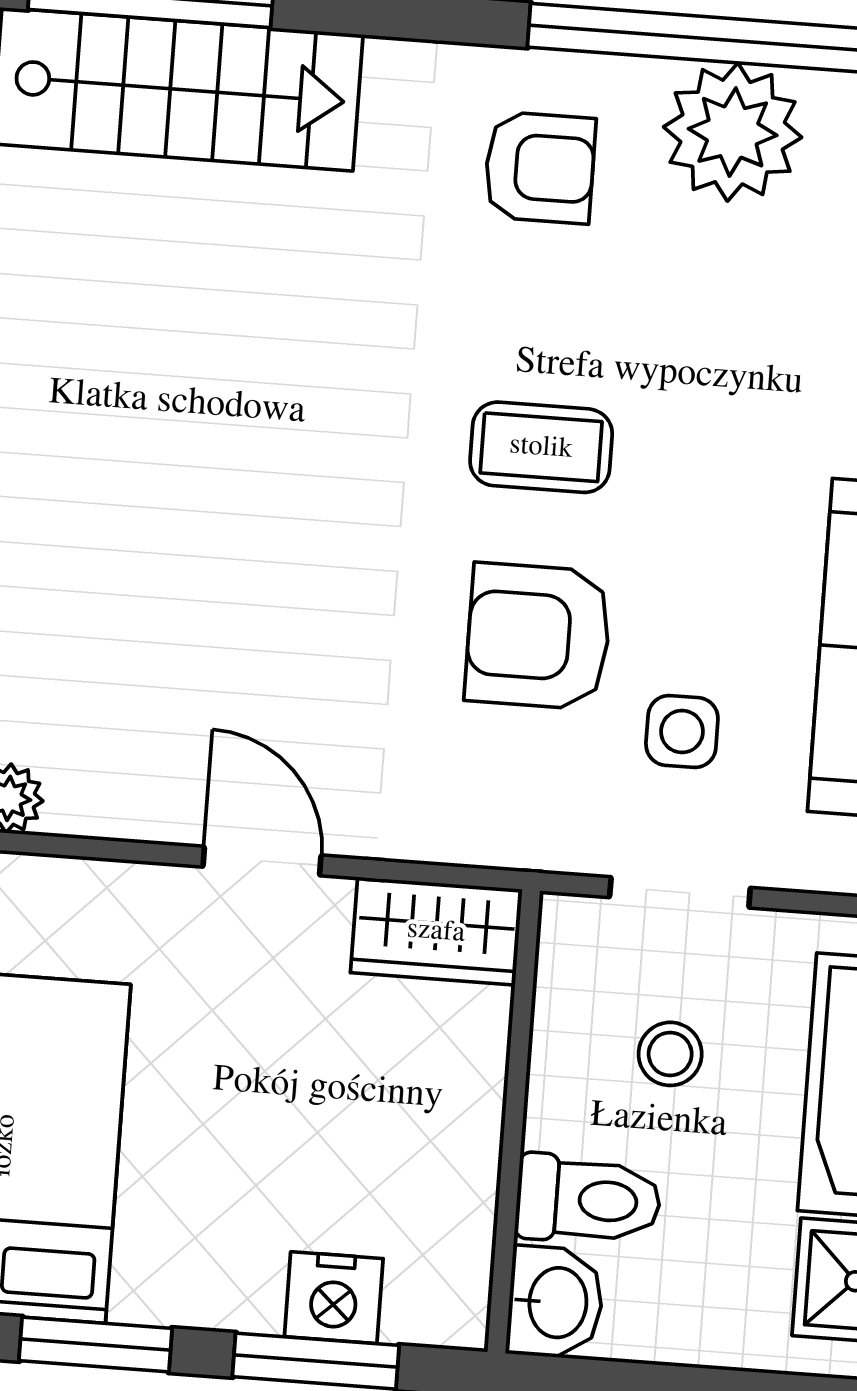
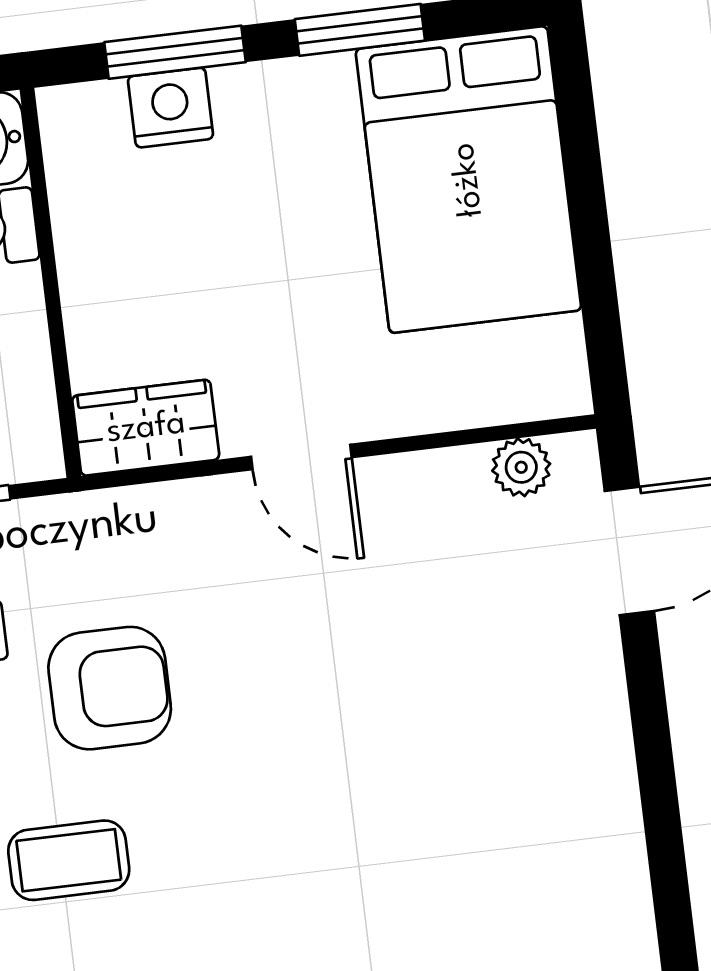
coffee table: (541, 447) -> (69, 860), moved

